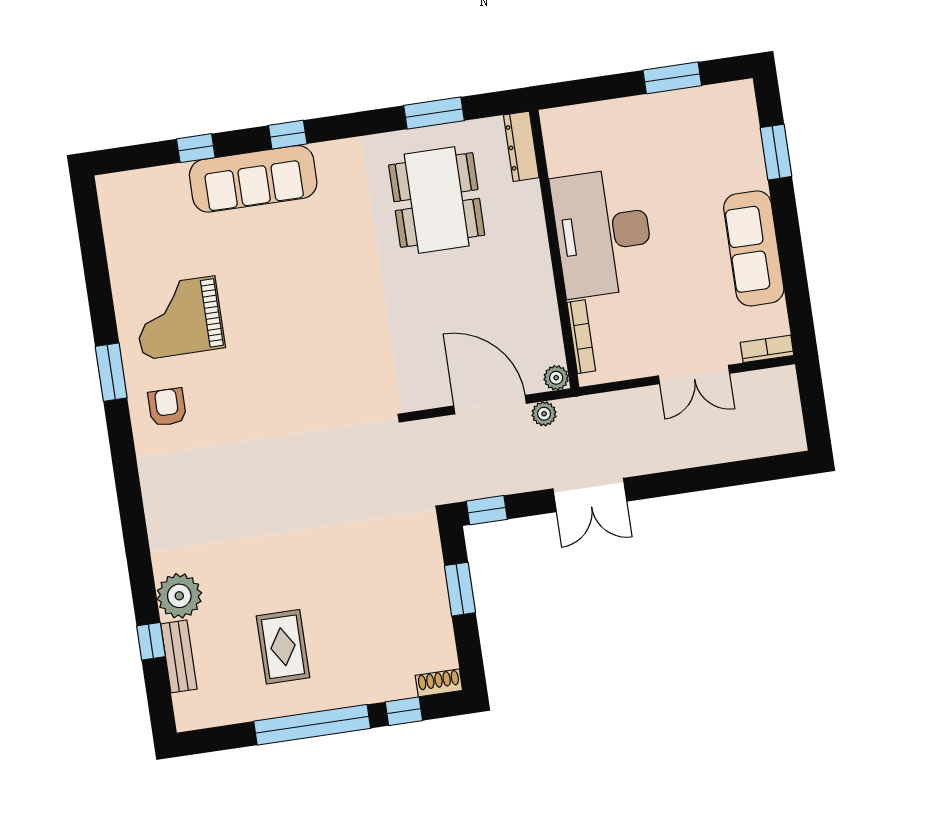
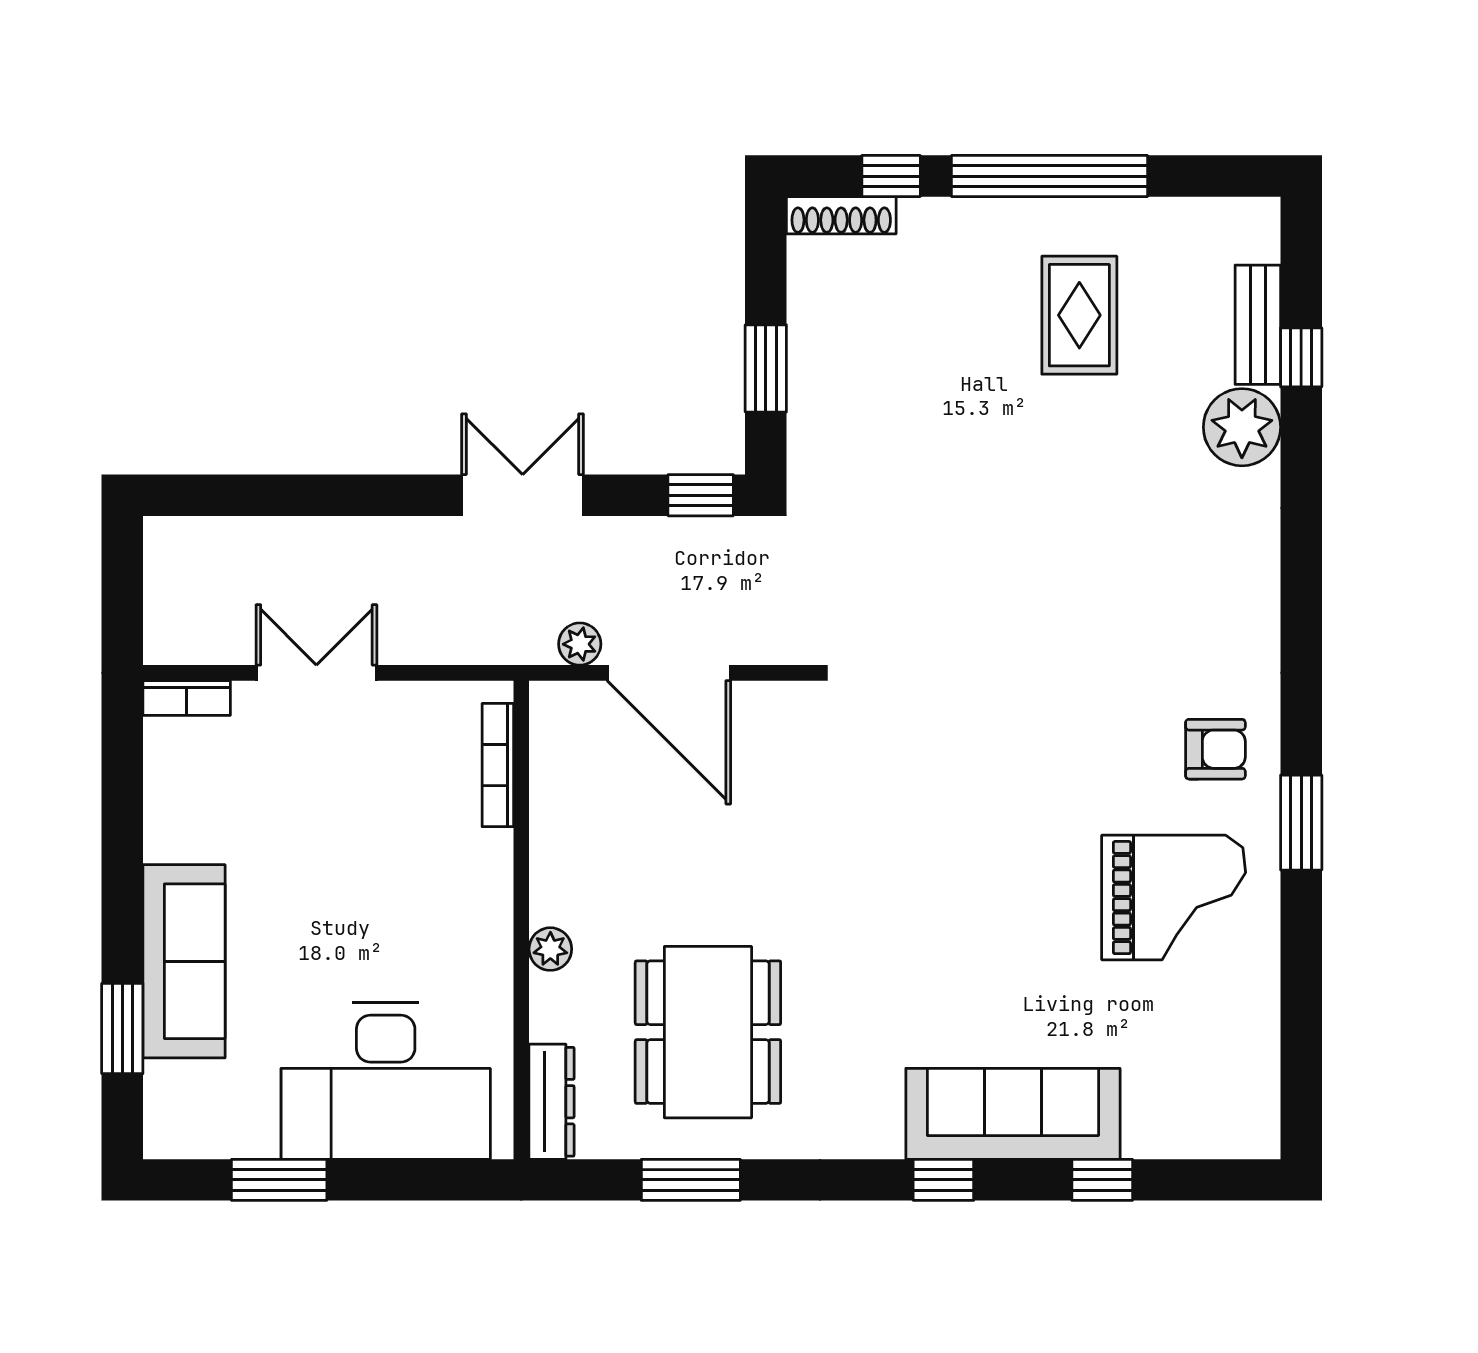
desk: (603, 233) -> (386, 1081), moved, turned 90
sofa: (754, 248) -> (184, 961), moved
plant: (556, 378) -> (550, 949), moved
armchair: (167, 407) -> (1215, 749), turned -90
shoe rack: (439, 683) -> (841, 215), width x1.43

